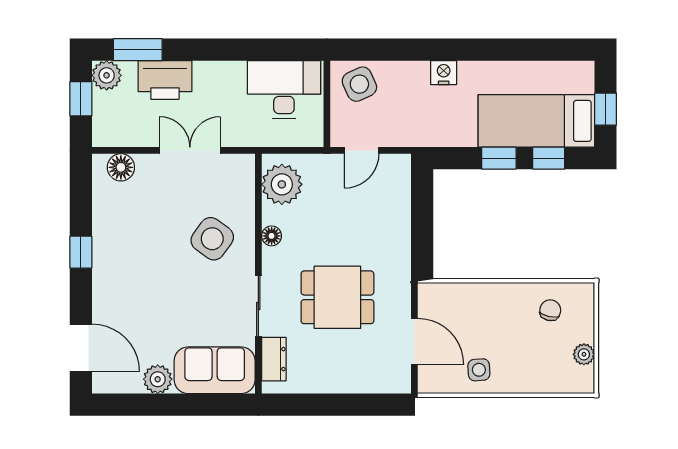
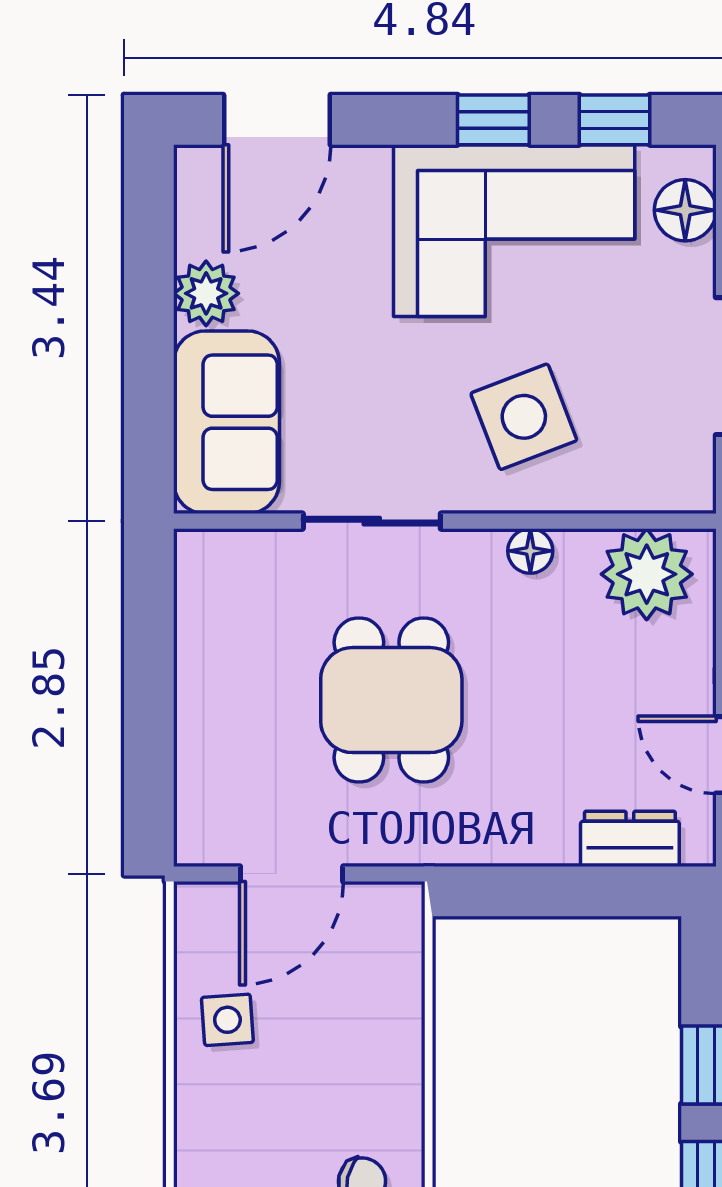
window: (81, 199) -> (614, 120), added
side table: (212, 239) -> (524, 417), turned 33
corner sofa: (130, 243) -> (514, 231), added
dresser: (274, 359) -> (630, 839), moved, turned 180

